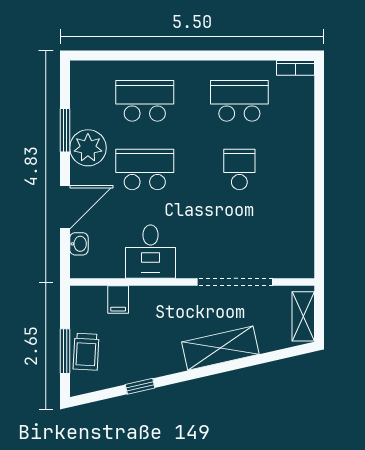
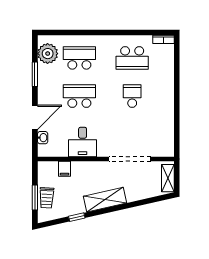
school desk: (239, 101) -> (132, 58), turned 180
plant: (88, 148) -> (48, 54), moved
shelving: (220, 348) -> (105, 200), moved

